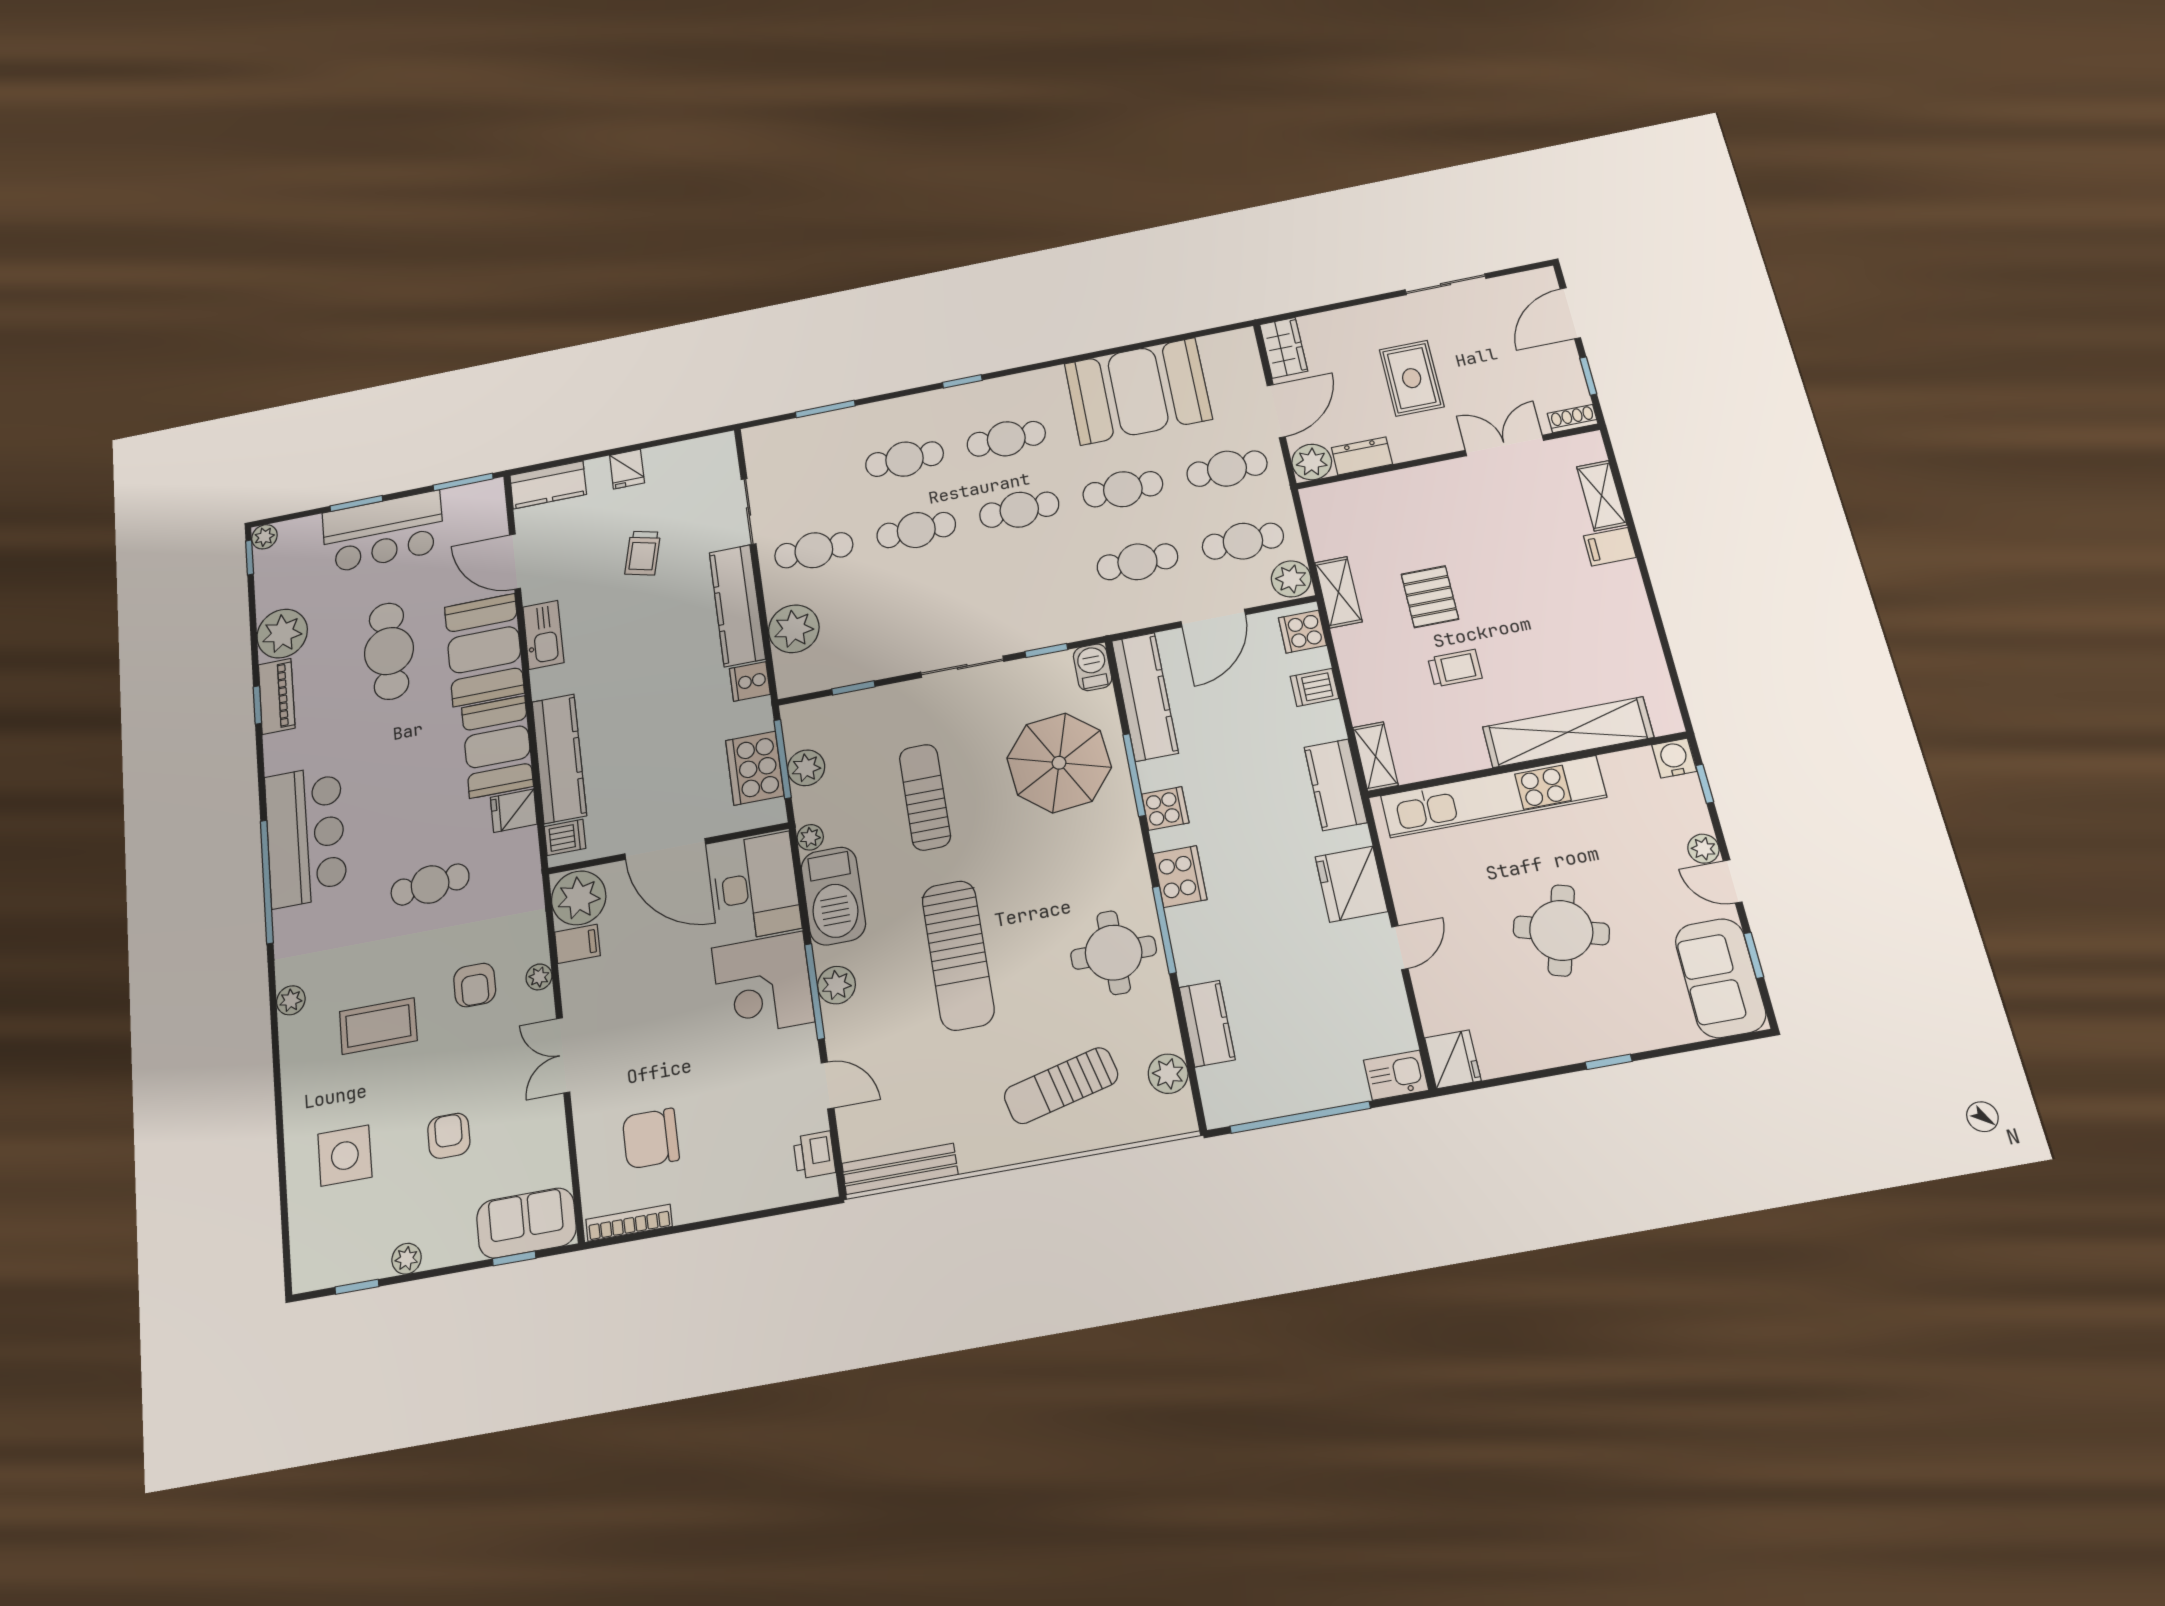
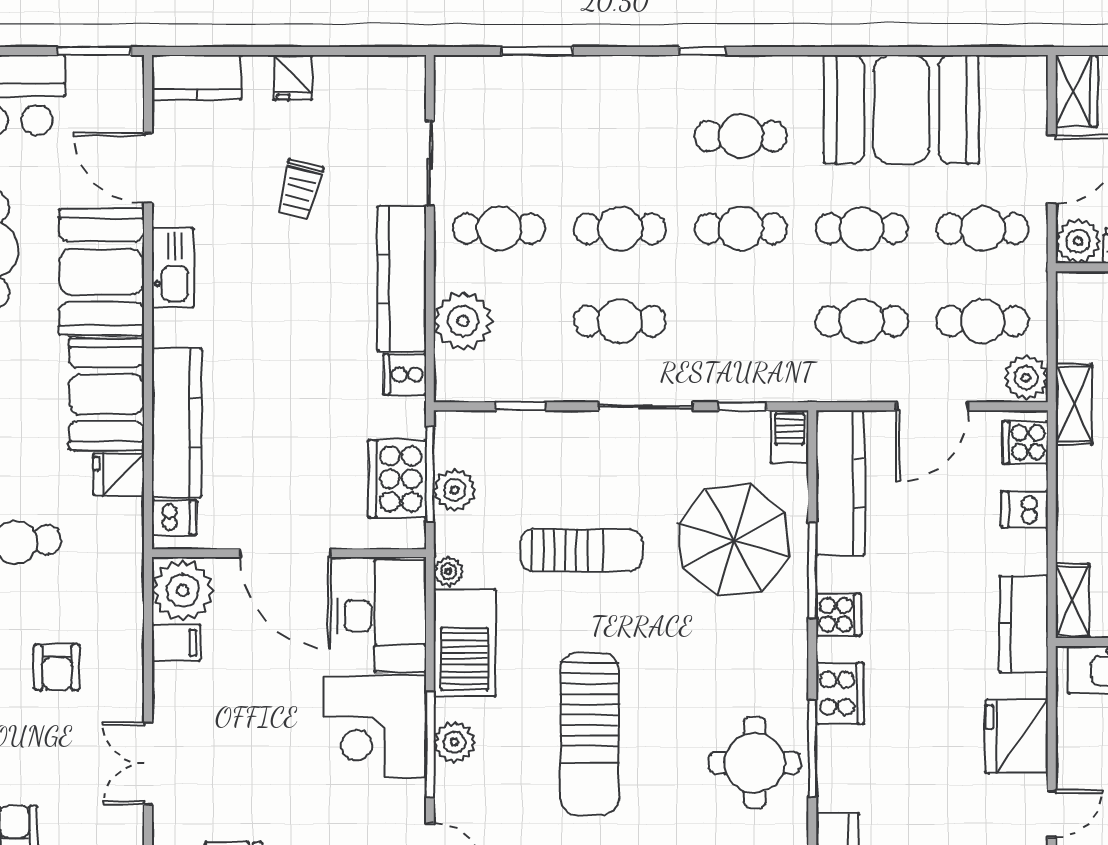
cafe table: (905, 459) -> (620, 321), moved
sun lounger: (925, 797) -> (581, 550), turned 90
plant: (539, 977) -> (129, 672), removed

